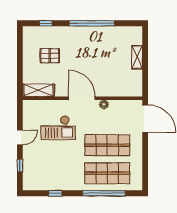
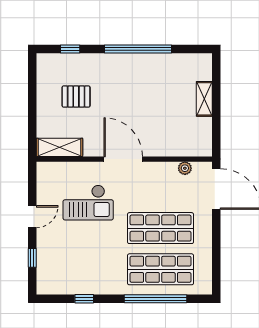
plant: (104, 104) -> (185, 168), moved

